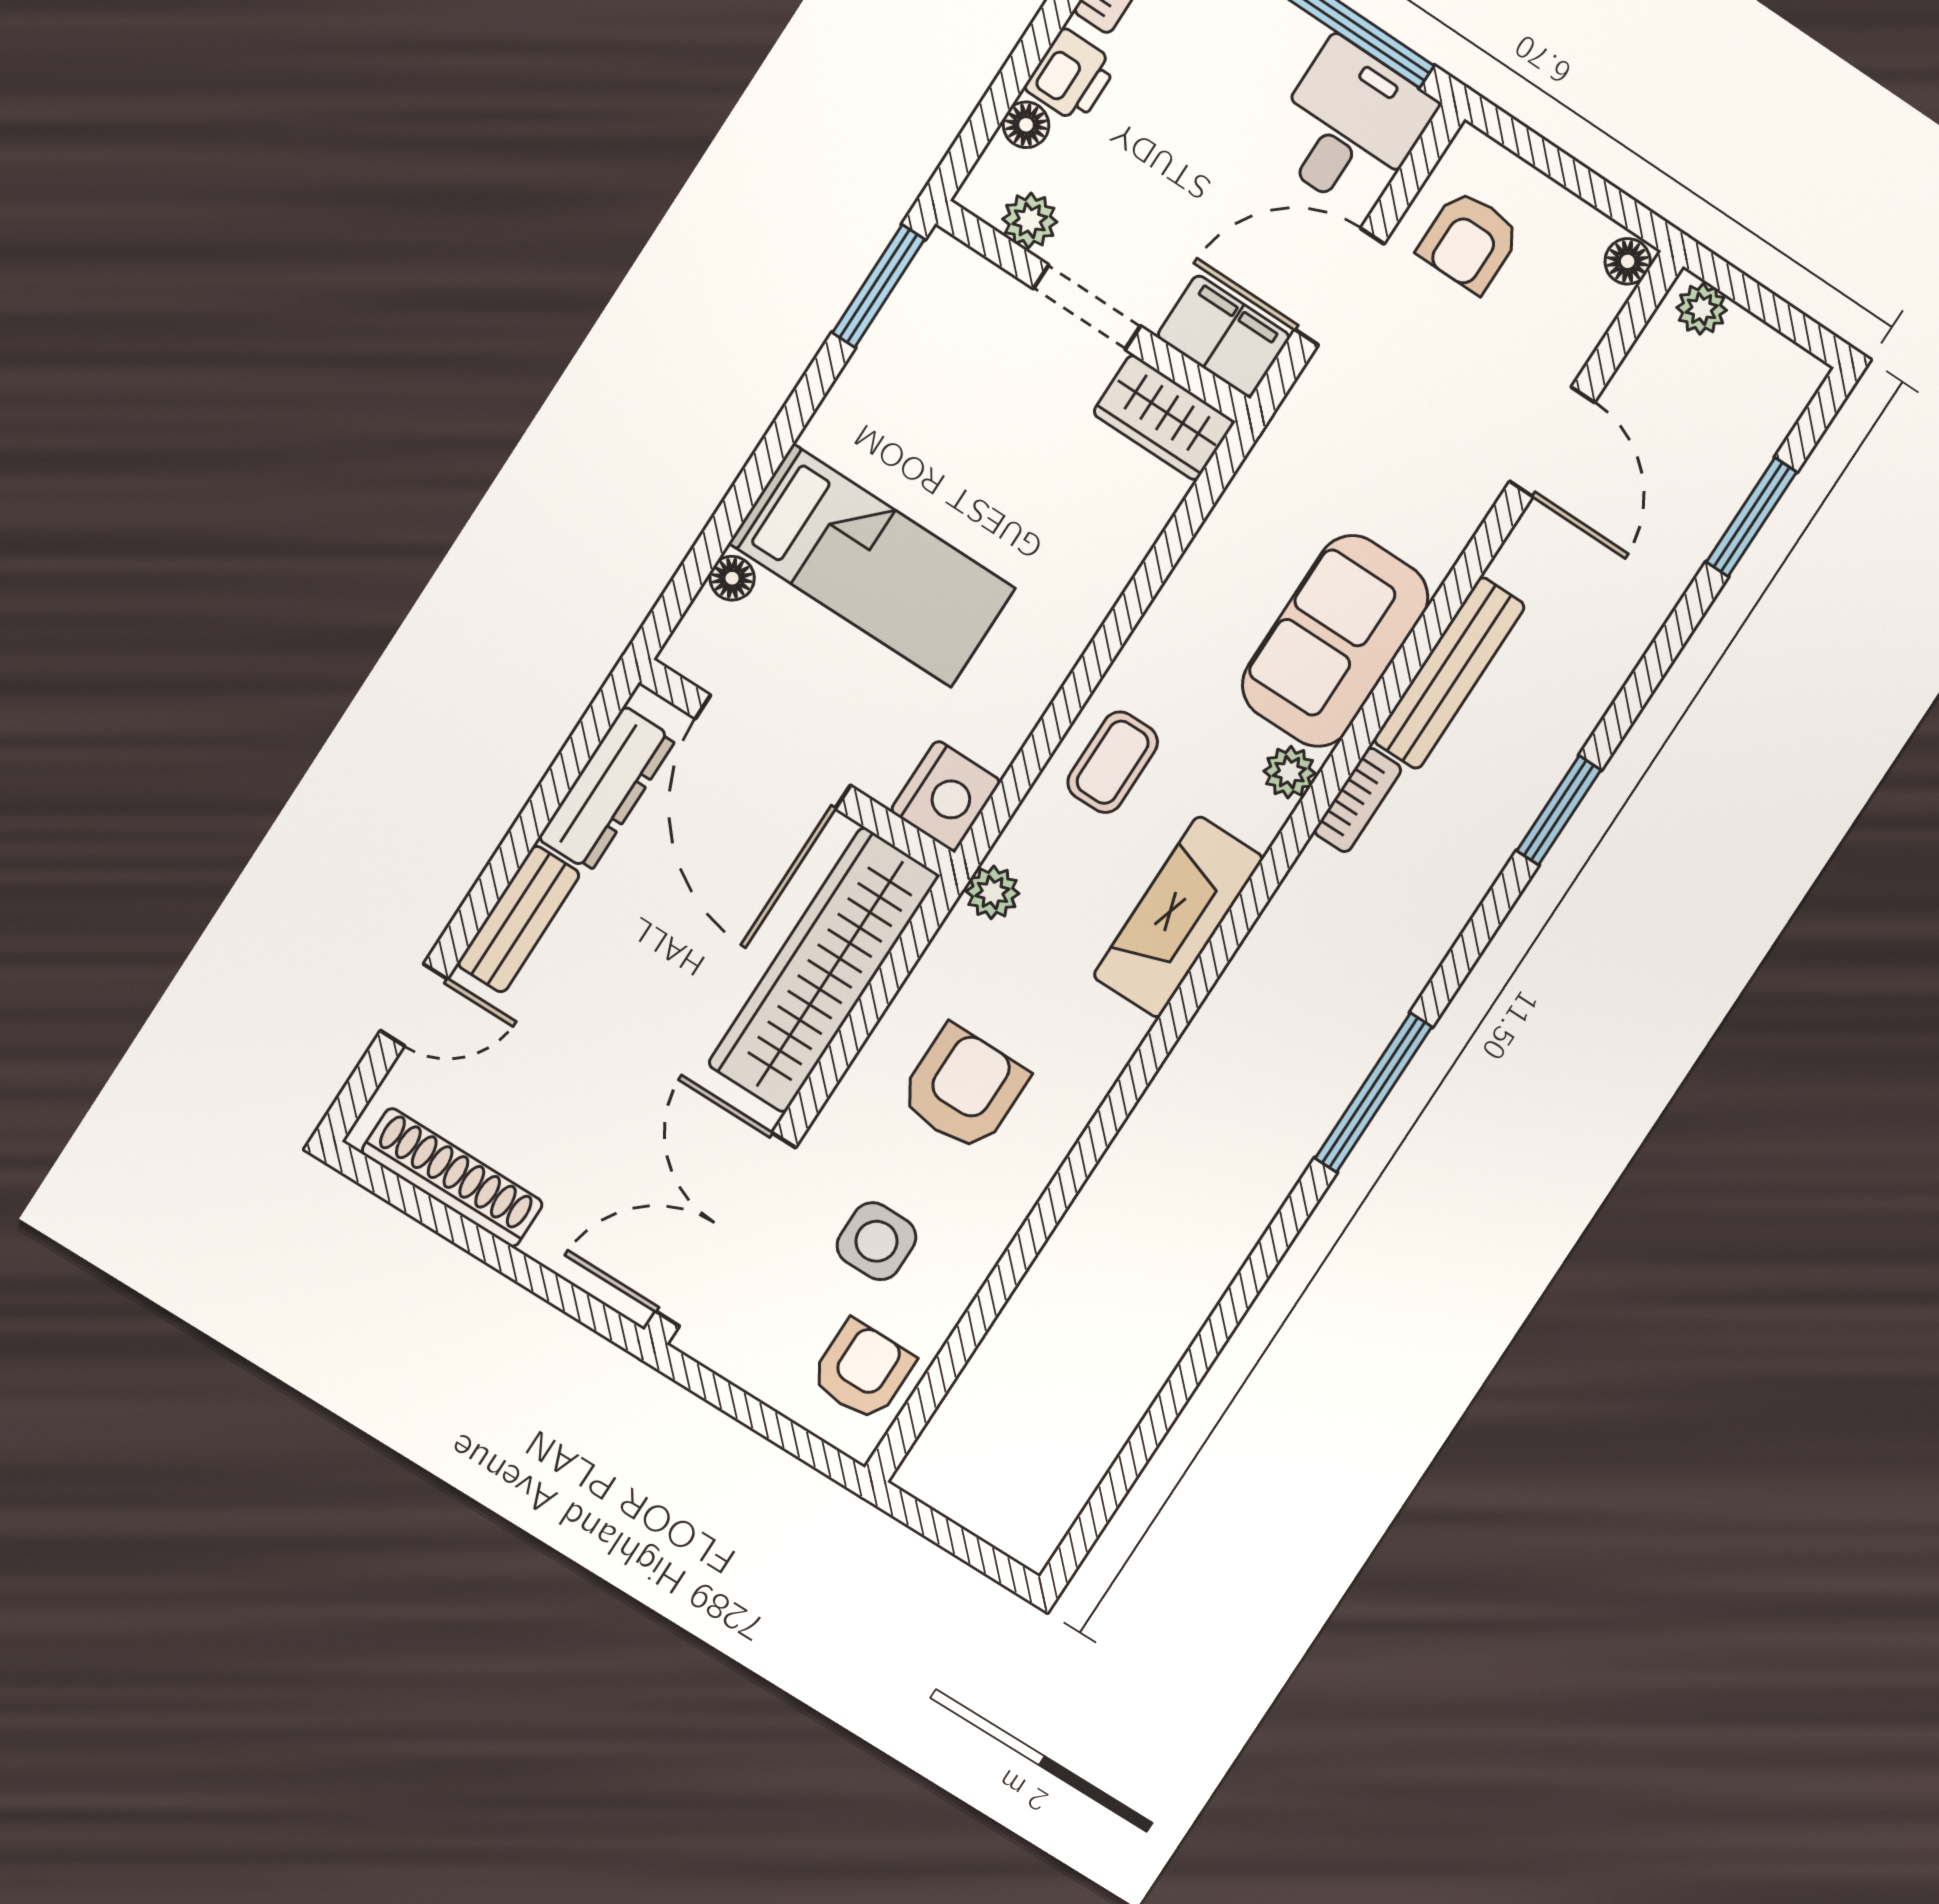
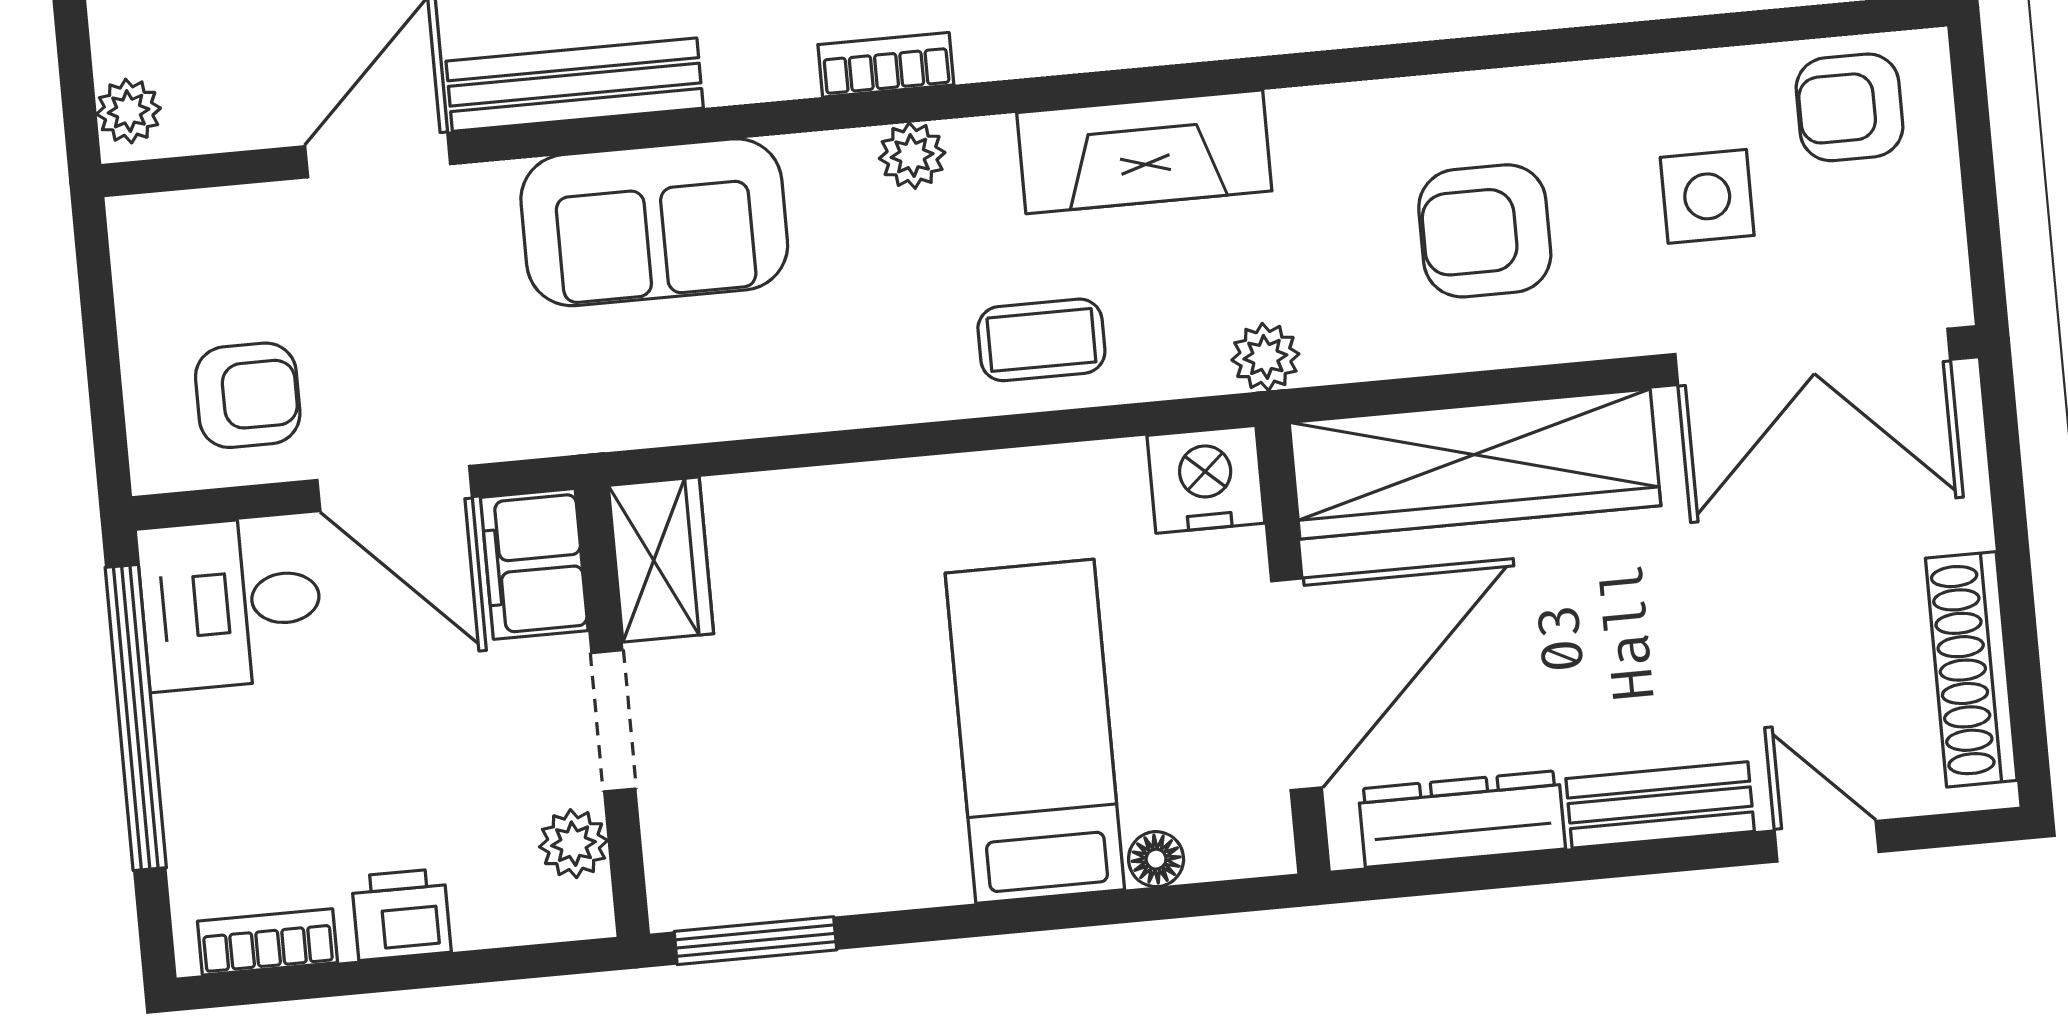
floor lamp: (1026, 125) -> (484, 921), removed
floor lamp: (1628, 261) -> (141, 223), removed
sofa: (1335, 641) -> (654, 222), moved
bench: (1449, 673) -> (575, 85), moved

